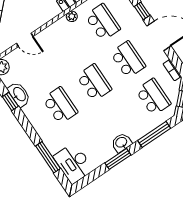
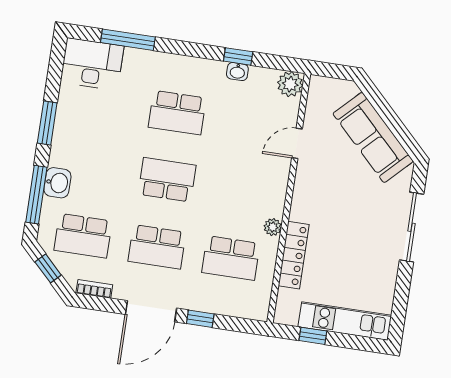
school desk: (94, 83) -> (167, 180), turned 180
washbasin: (19, 94) -> (237, 72), width x0.52, depth x0.69
washbasin: (121, 143) -> (57, 183), moved

